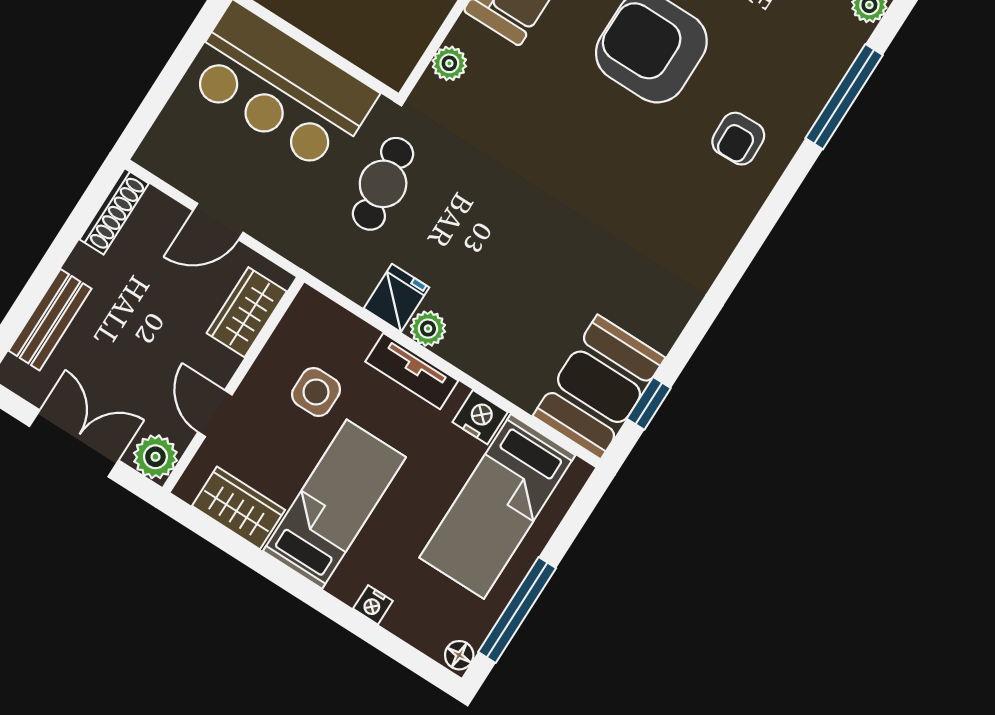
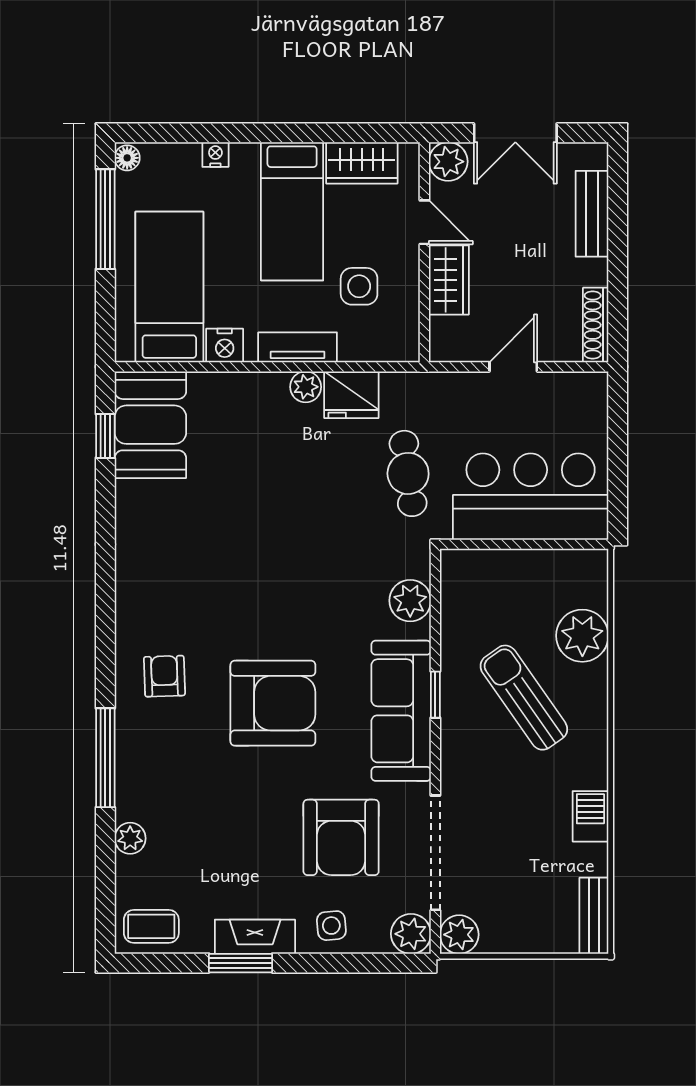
plant: (449, 63) -> (410, 601), width x1.38, depth x1.38
fridge: (396, 298) -> (351, 395), width x1.38
wardrobe: (247, 312) -> (449, 280), moved

